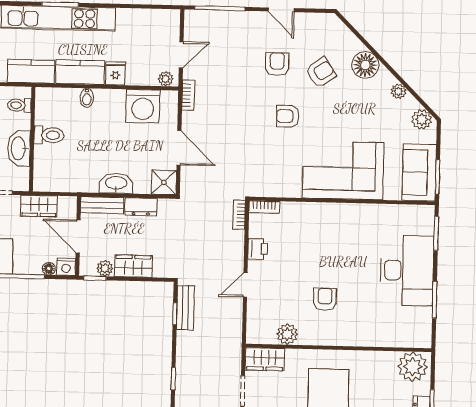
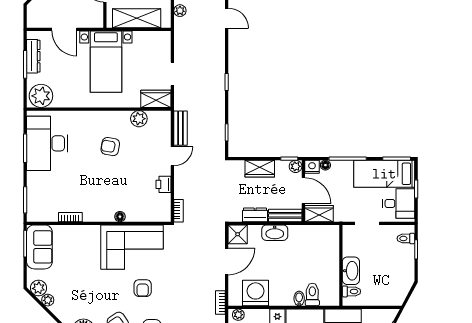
plant: (398, 91) -> (48, 300), moved
armchair: (288, 116) -> (143, 288), turned 90
toilet: (49, 135) -> (312, 294), moved, turned 90
washbasin: (19, 148) -> (351, 271), moved
door: (179, 148) -> (227, 261), swing flipped
corner sofa: (343, 170) -> (132, 247), moved
wardrobe: (39, 206) -> (319, 214), moved
bookcase: (264, 207) -> (70, 217), moved
floor lamp: (315, 209) -> (120, 217), added
plant: (105, 268) -> (296, 166), moved
desk: (407, 270) -> (47, 143), moved
armchair: (325, 299) -> (110, 147), turned 100
bench: (185, 308) -> (181, 128), moved

